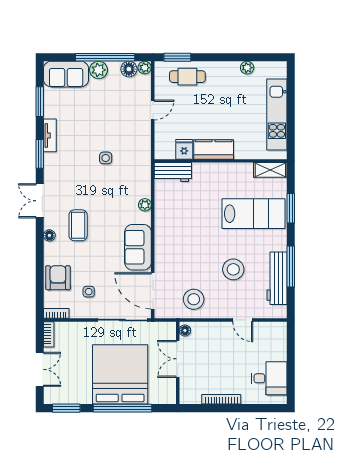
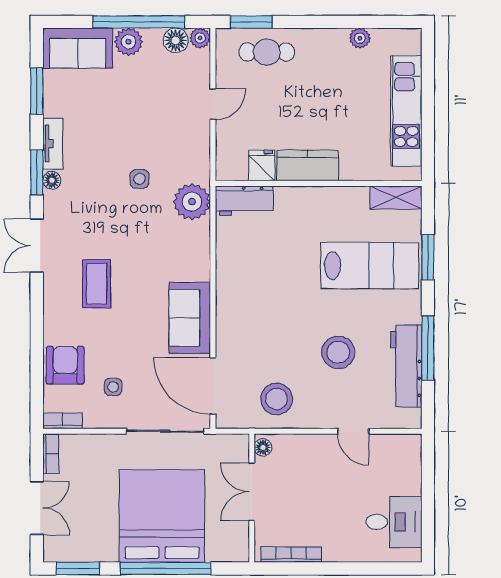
plant: (145, 205) -> (192, 202), moved, width x1.87, depth x1.87
floor lamp: (49, 235) -> (52, 180), moved
bookcase: (221, 399) -> (291, 555), moved

